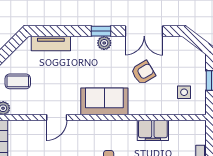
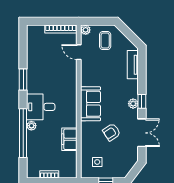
double door: (144, 31) -> (142, 133), swing flipped
armchair: (143, 73) -> (112, 132), turned 88
door: (57, 118) -> (79, 52), moved

